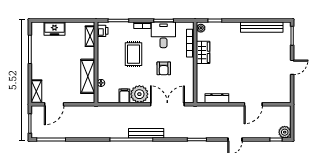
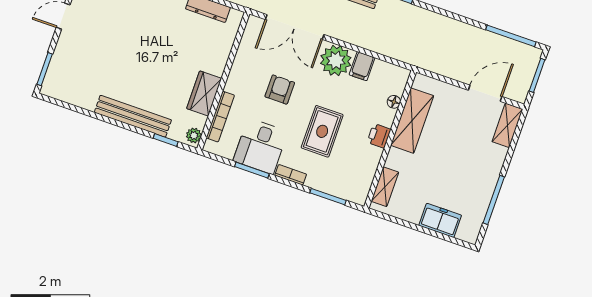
bench: (262, 27) -> (133, 116), moved
printer: (103, 31) -> (379, 136), moved

